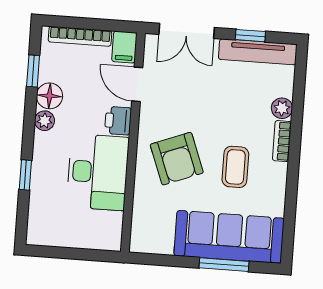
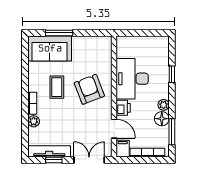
window: (33, 71) -> (172, 132), width x1.50
sofa: (229, 237) -> (50, 48), width x0.73

